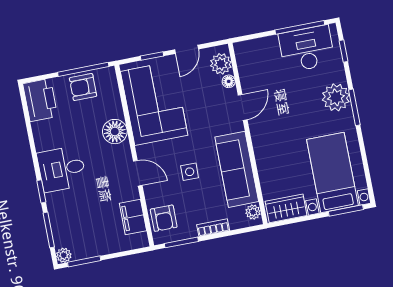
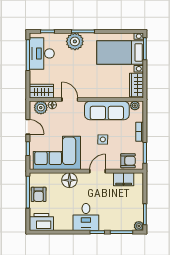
wardrobe: (247, 60) -> (41, 91), added

